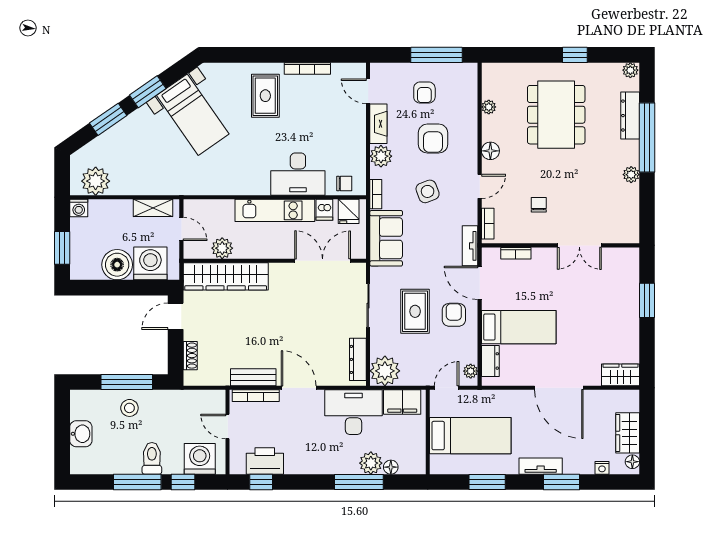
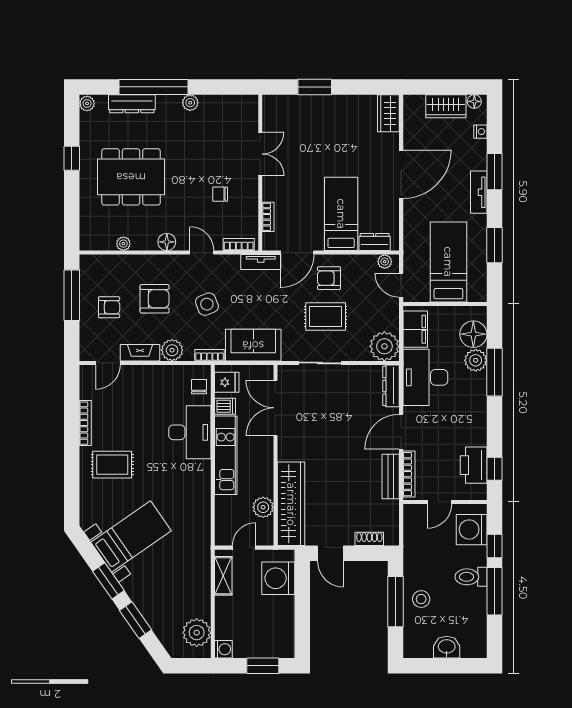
boiler: (117, 265) -> (279, 611), removed
dresser: (358, 359) -> (391, 386), moved, turned 90
floor lamp: (391, 467) -> (473, 334), width x1.89, depth x1.89

